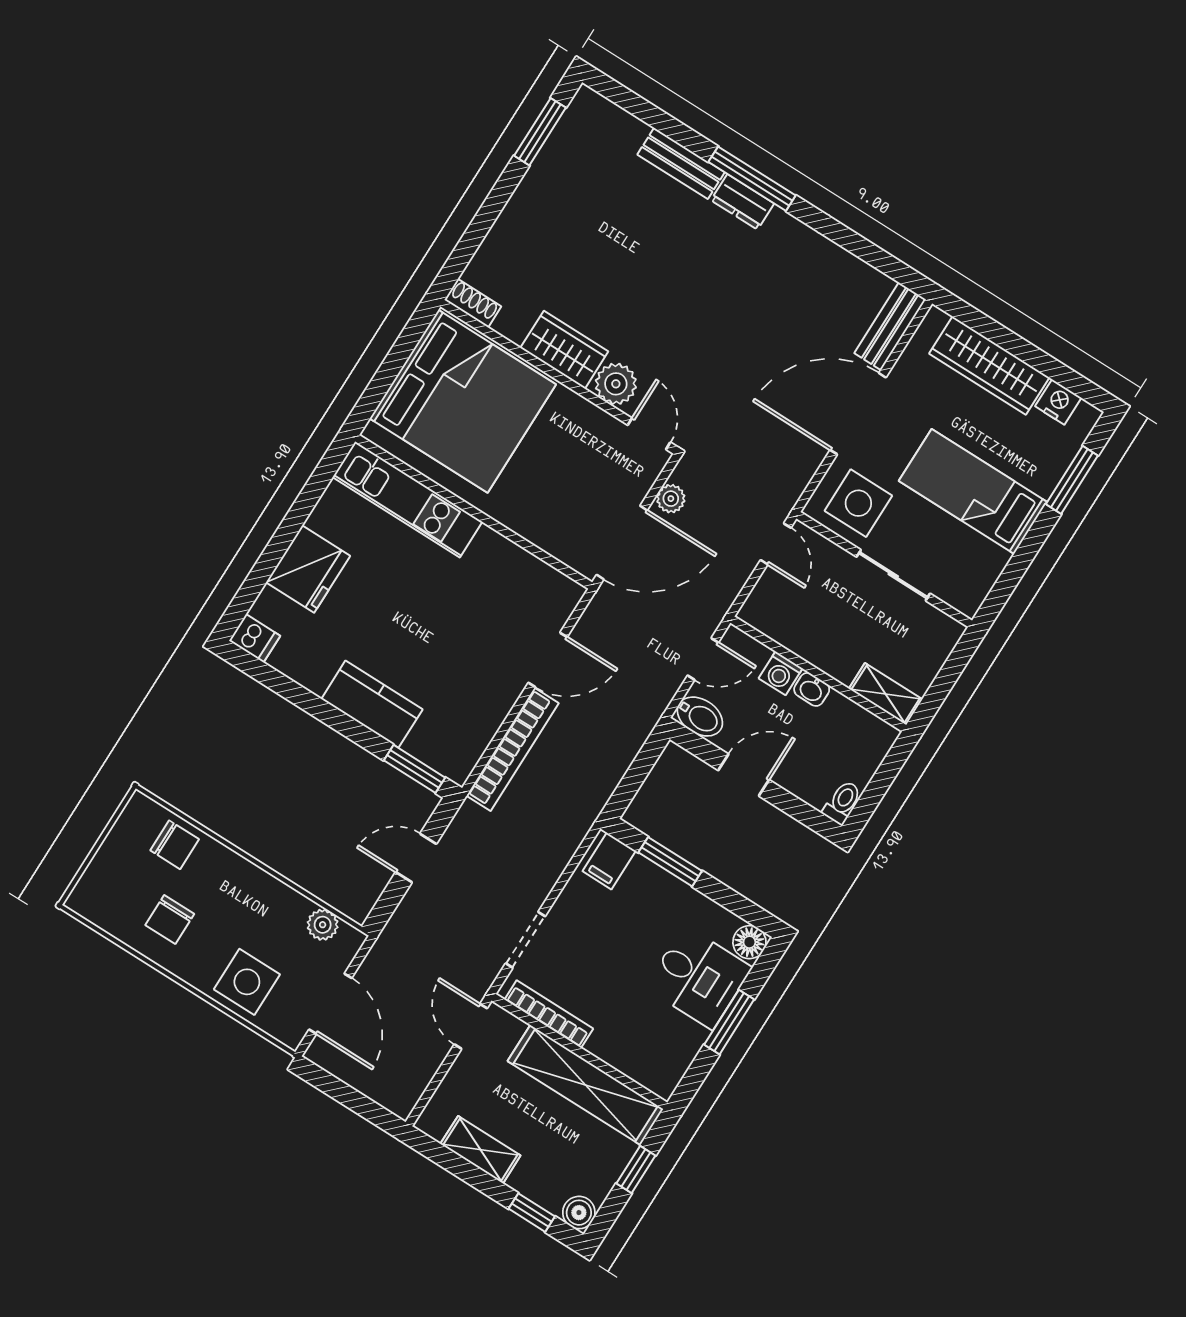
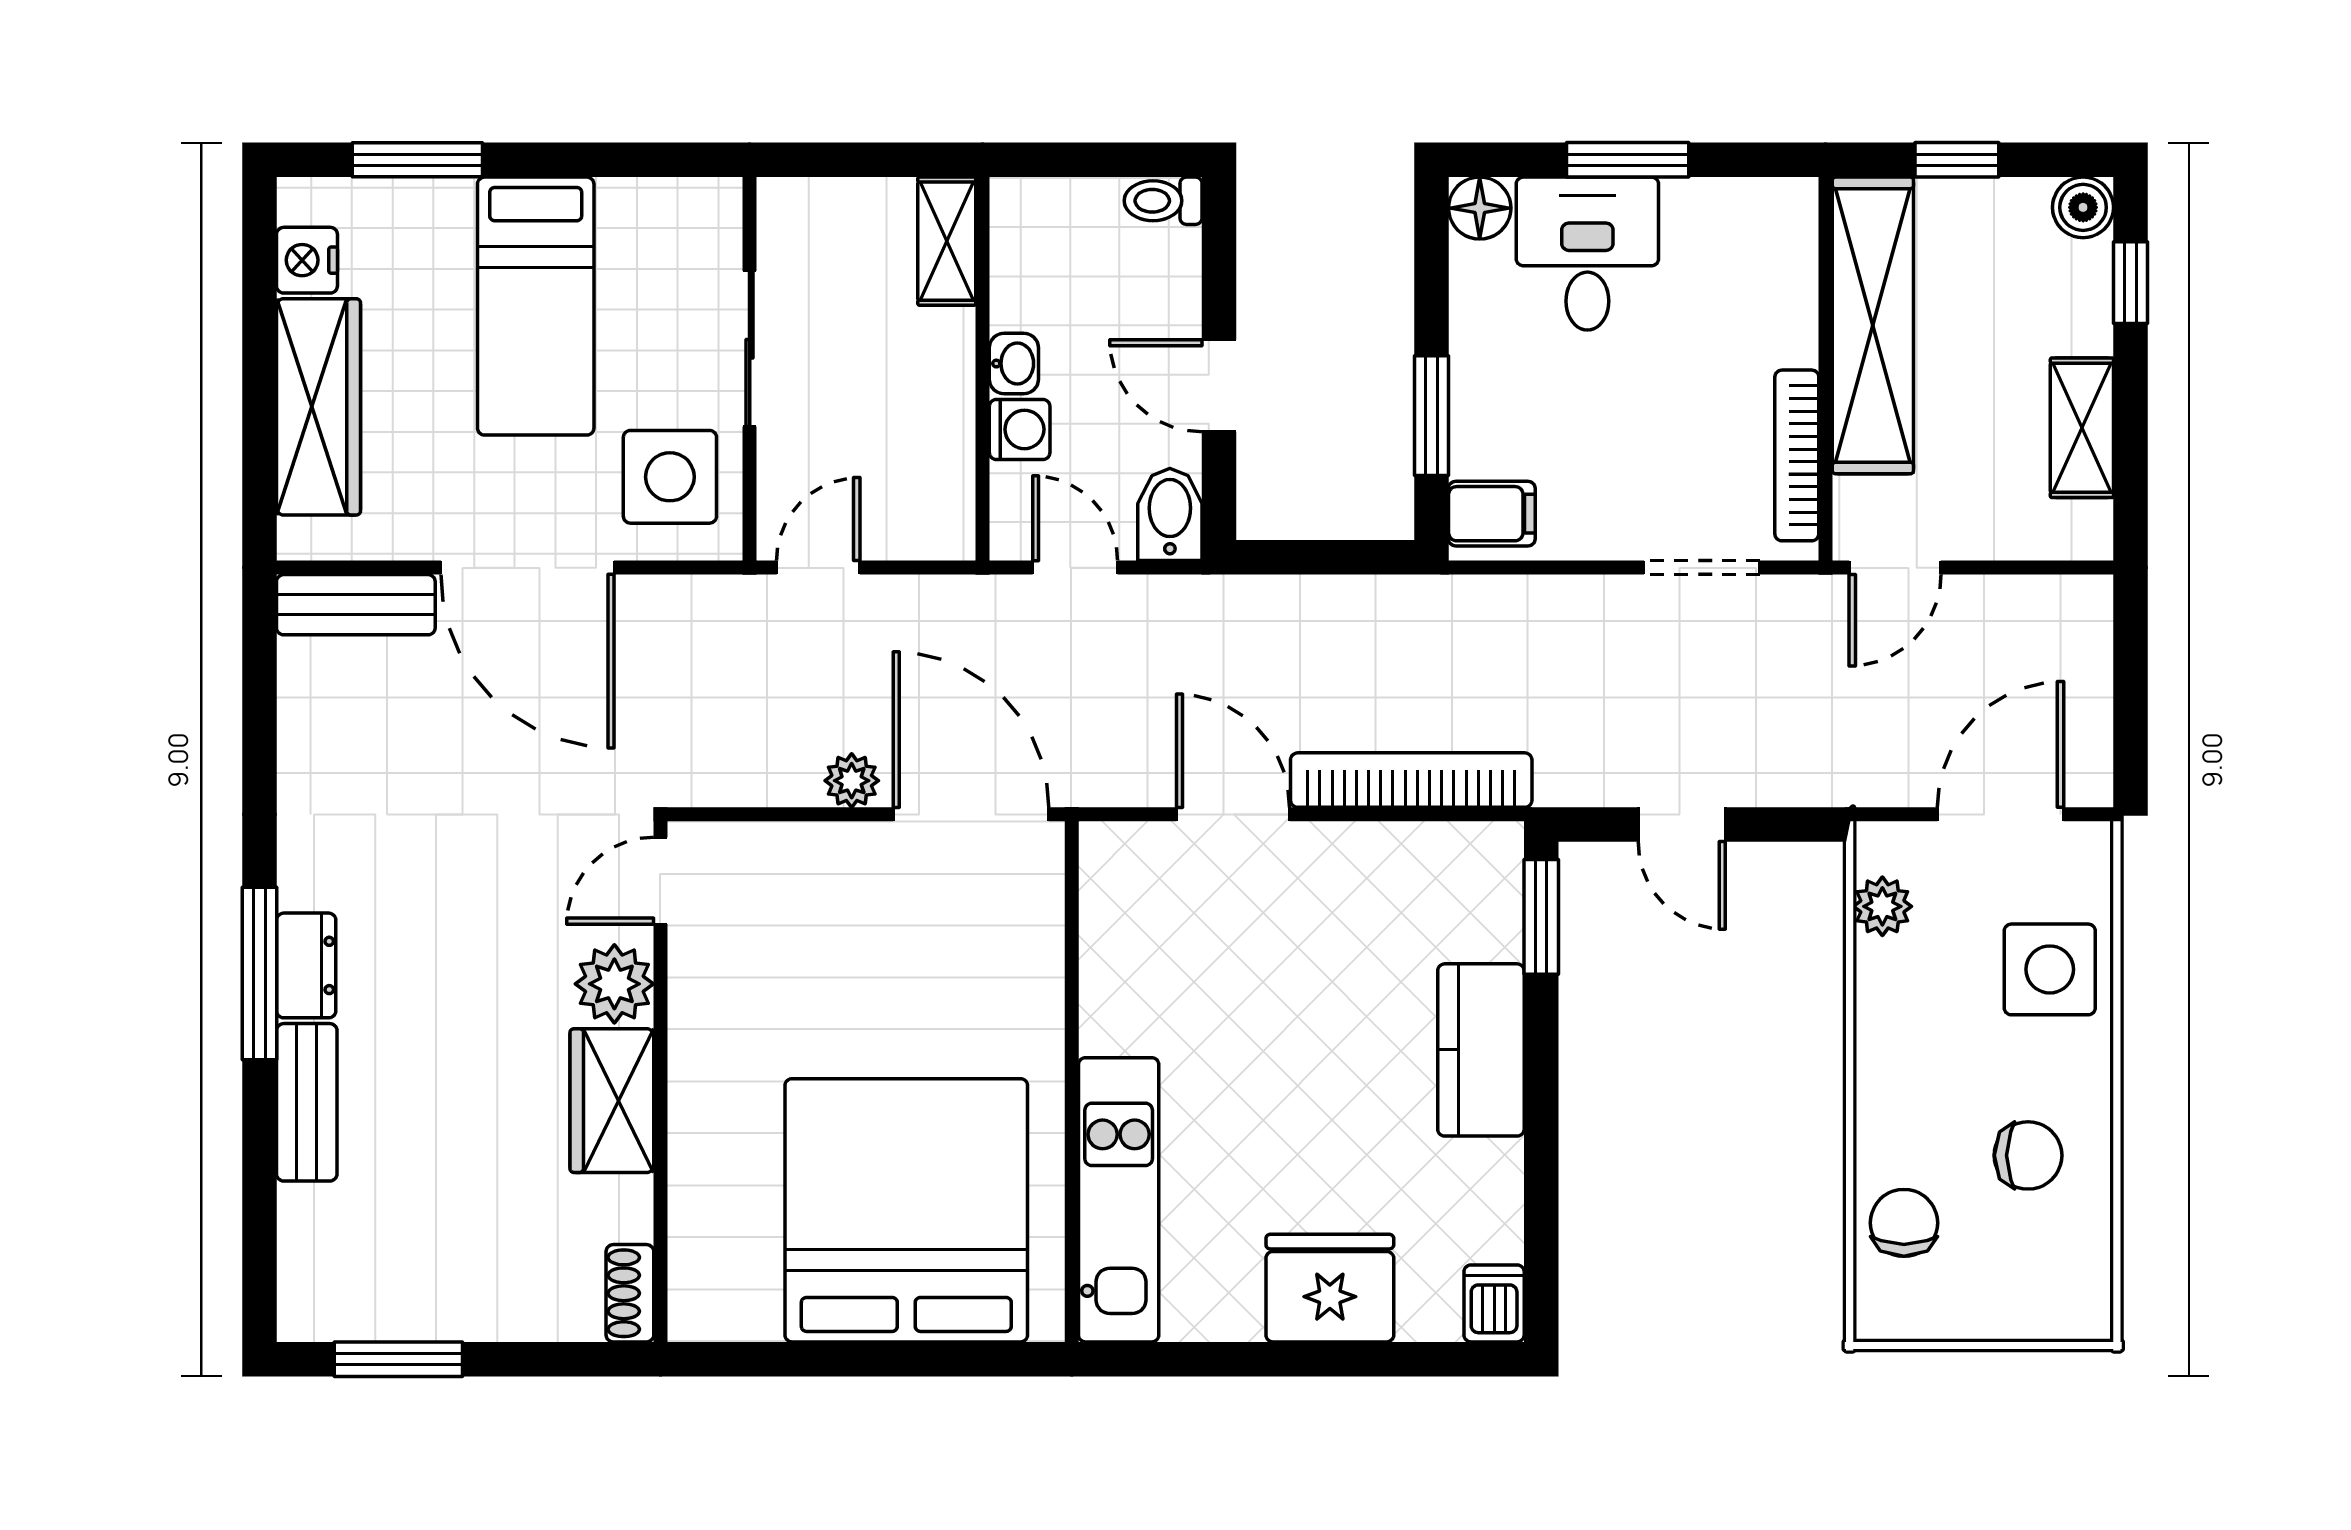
shoe rack: (473, 303) -> (630, 1293), moved
wardrobe: (564, 350) -> (612, 1101), moved
wall: (559, 377) -> (660, 1082), moved
plant: (616, 384) -> (614, 984), moved
door: (649, 434) -> (660, 881), moved

